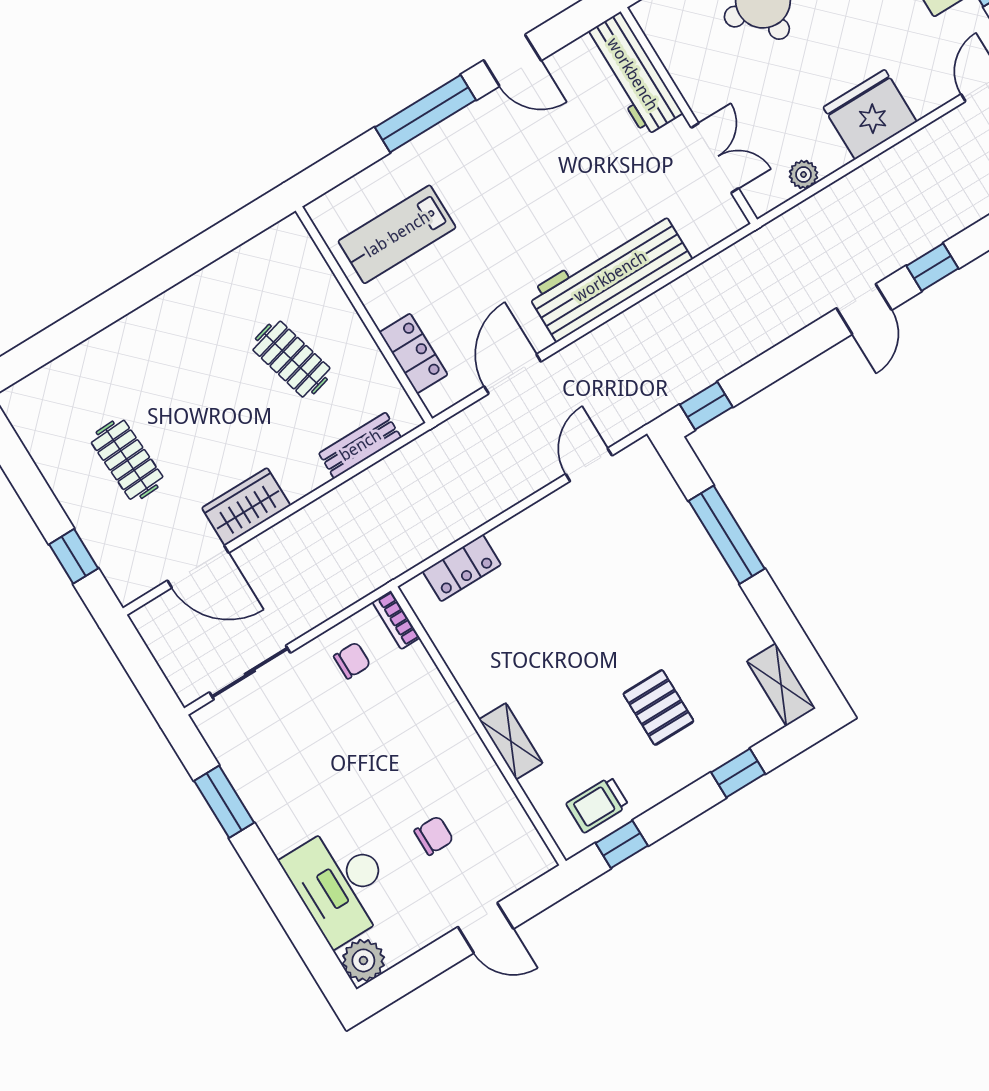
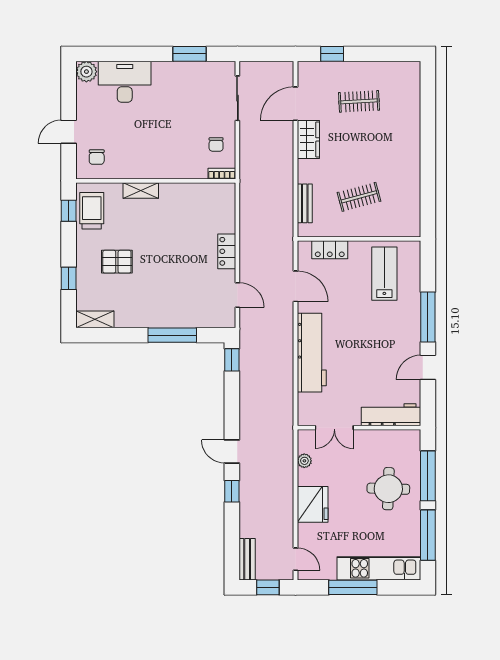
locker: (462, 568) -> (227, 251), moved
trolley: (597, 805) -> (92, 211), width x1.36, depth x1.39
chair: (434, 836) -> (97, 157), moved

